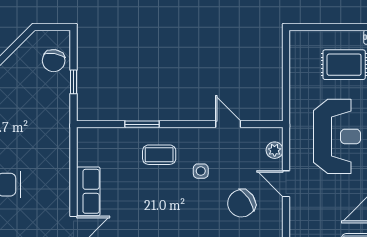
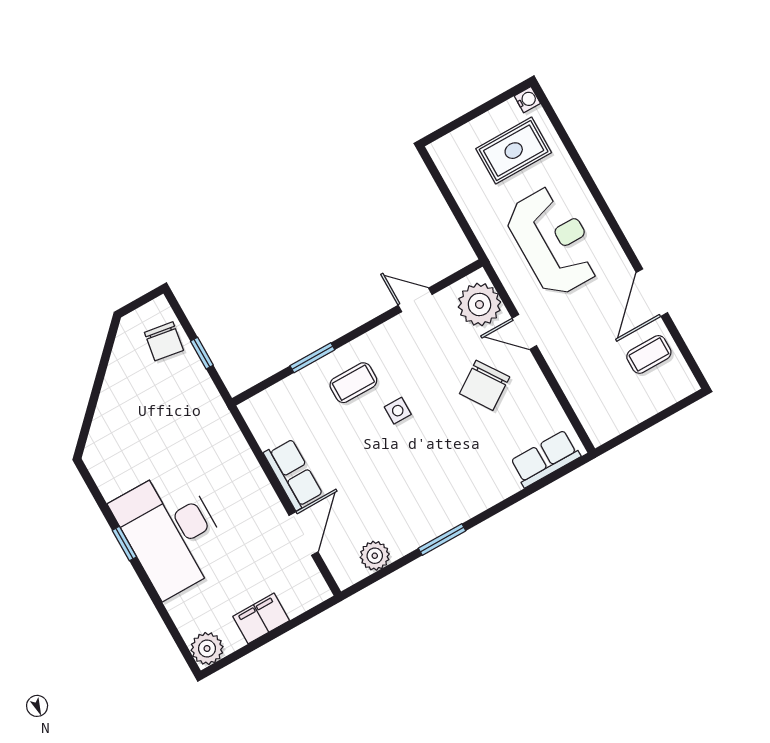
plant: (275, 150) -> (479, 304), width x1.87, depth x1.87
side table: (201, 171) -> (398, 411), moved

